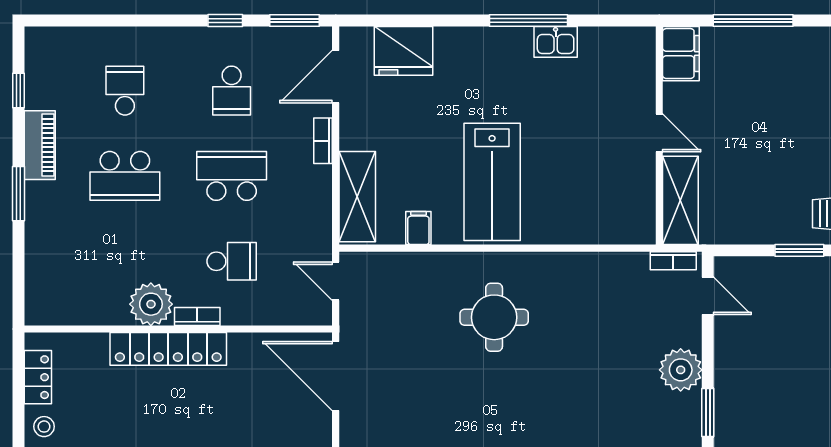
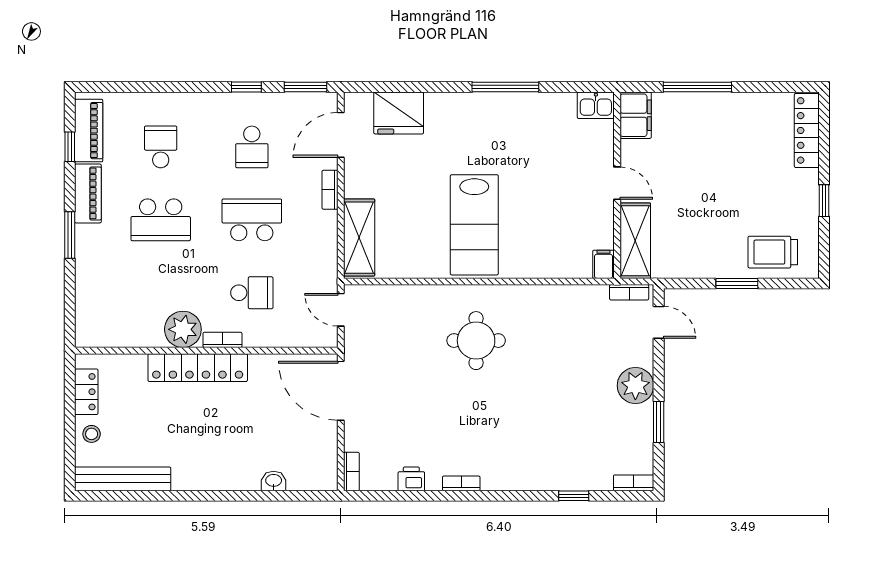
kitchen sink: (556, 42) -> (596, 105), moved
piano: (41, 71) -> (89, 131), added
filing cabinet: (418, 228) -> (604, 264), moved

